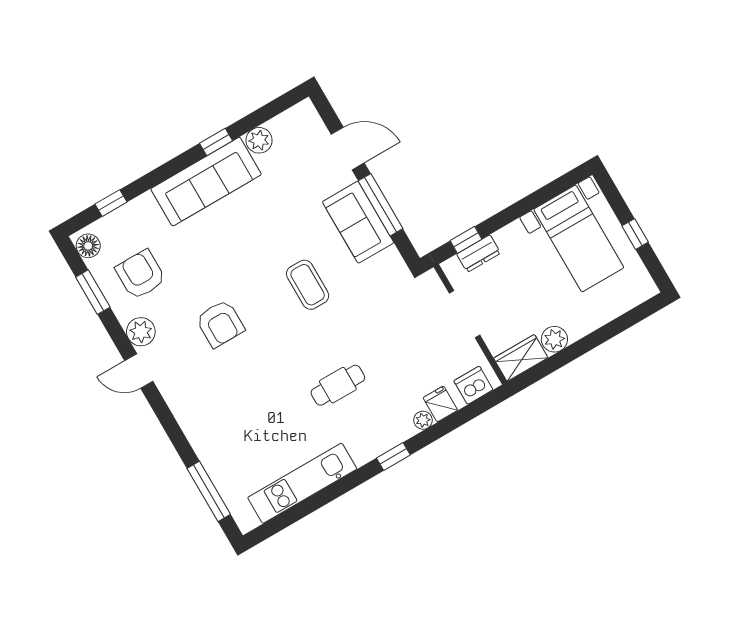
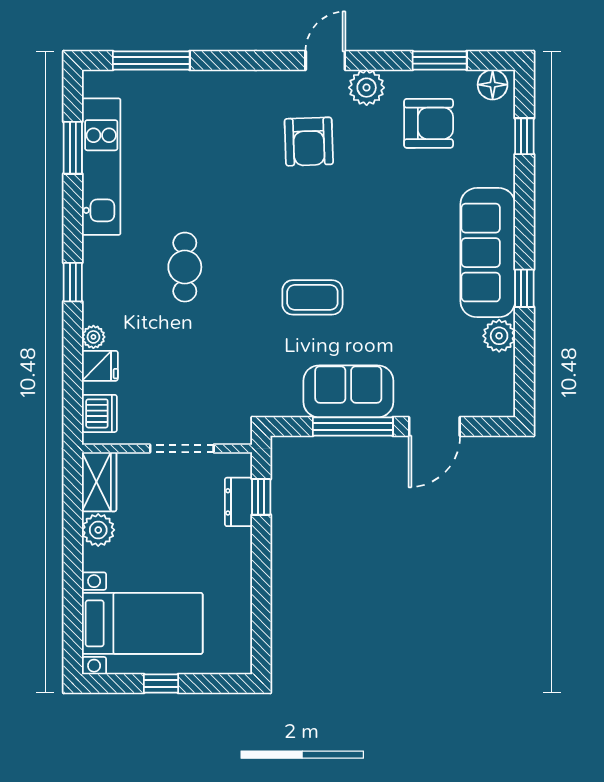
bed with nightstands: (579, 238) -> (142, 623), moved, turned 180
armchair: (220, 324) -> (309, 142), moved, turned -92
window: (300, 510) -> (73, 148), added

